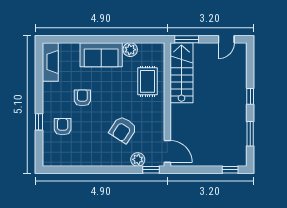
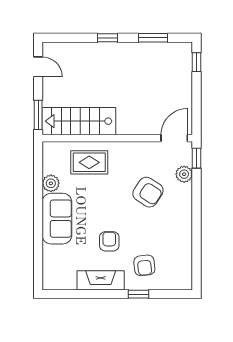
fireplace: (50, 62) -> (101, 280), moved
armchair: (82, 98) -> (109, 241), turned 90
armchair: (63, 127) -> (144, 265), turned -97

